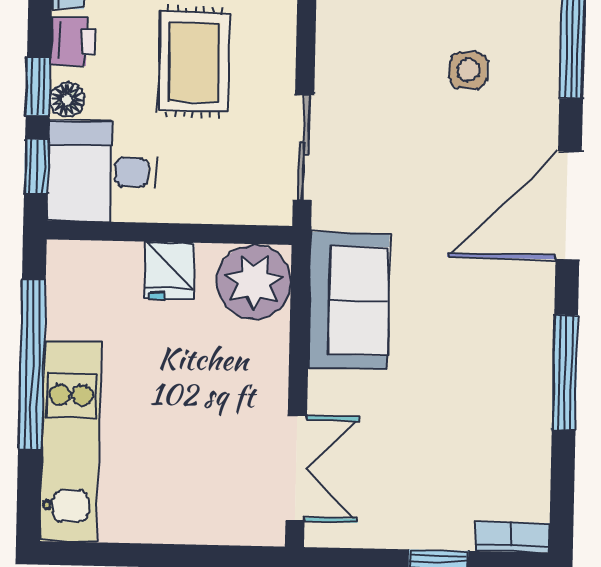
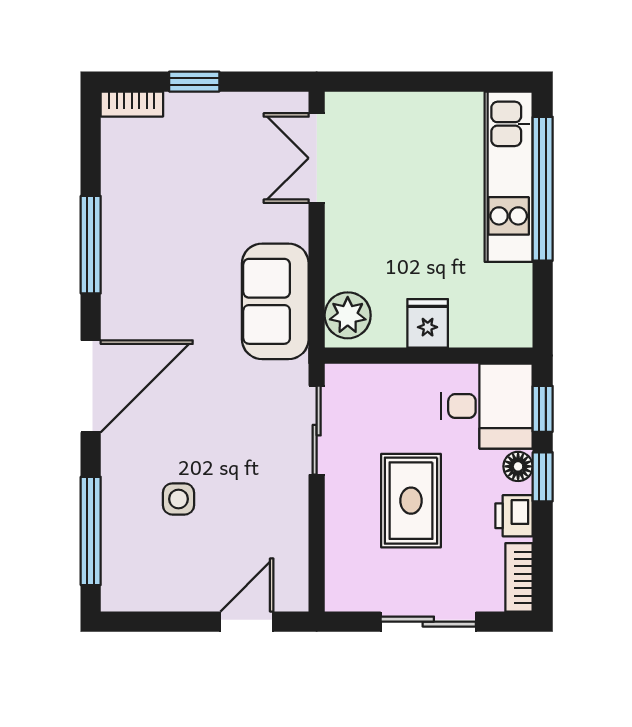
plant: (254, 282) -> (348, 315), width x0.73, depth x0.73
window: (32, 365) -> (543, 189), moved

